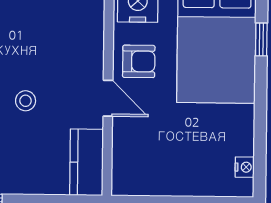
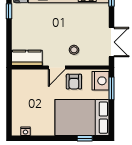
stool: (26, 101) -> (74, 50), moved

